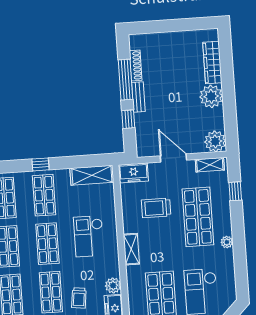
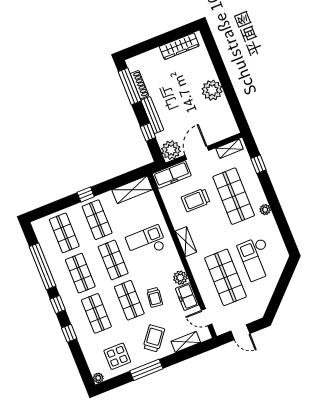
wardrobe: (212, 62) -> (179, 46), moved, turned -90
window: (126, 80) -> (130, 86), moved
bench: (138, 97) -> (152, 115), width x1.36
plant: (215, 141) -> (171, 150), moved
door: (173, 158) -> (197, 153), hinge flipped
freezer: (134, 173) -> (172, 175), width x1.40
checkout: (89, 236) -> (146, 242), turned 90

